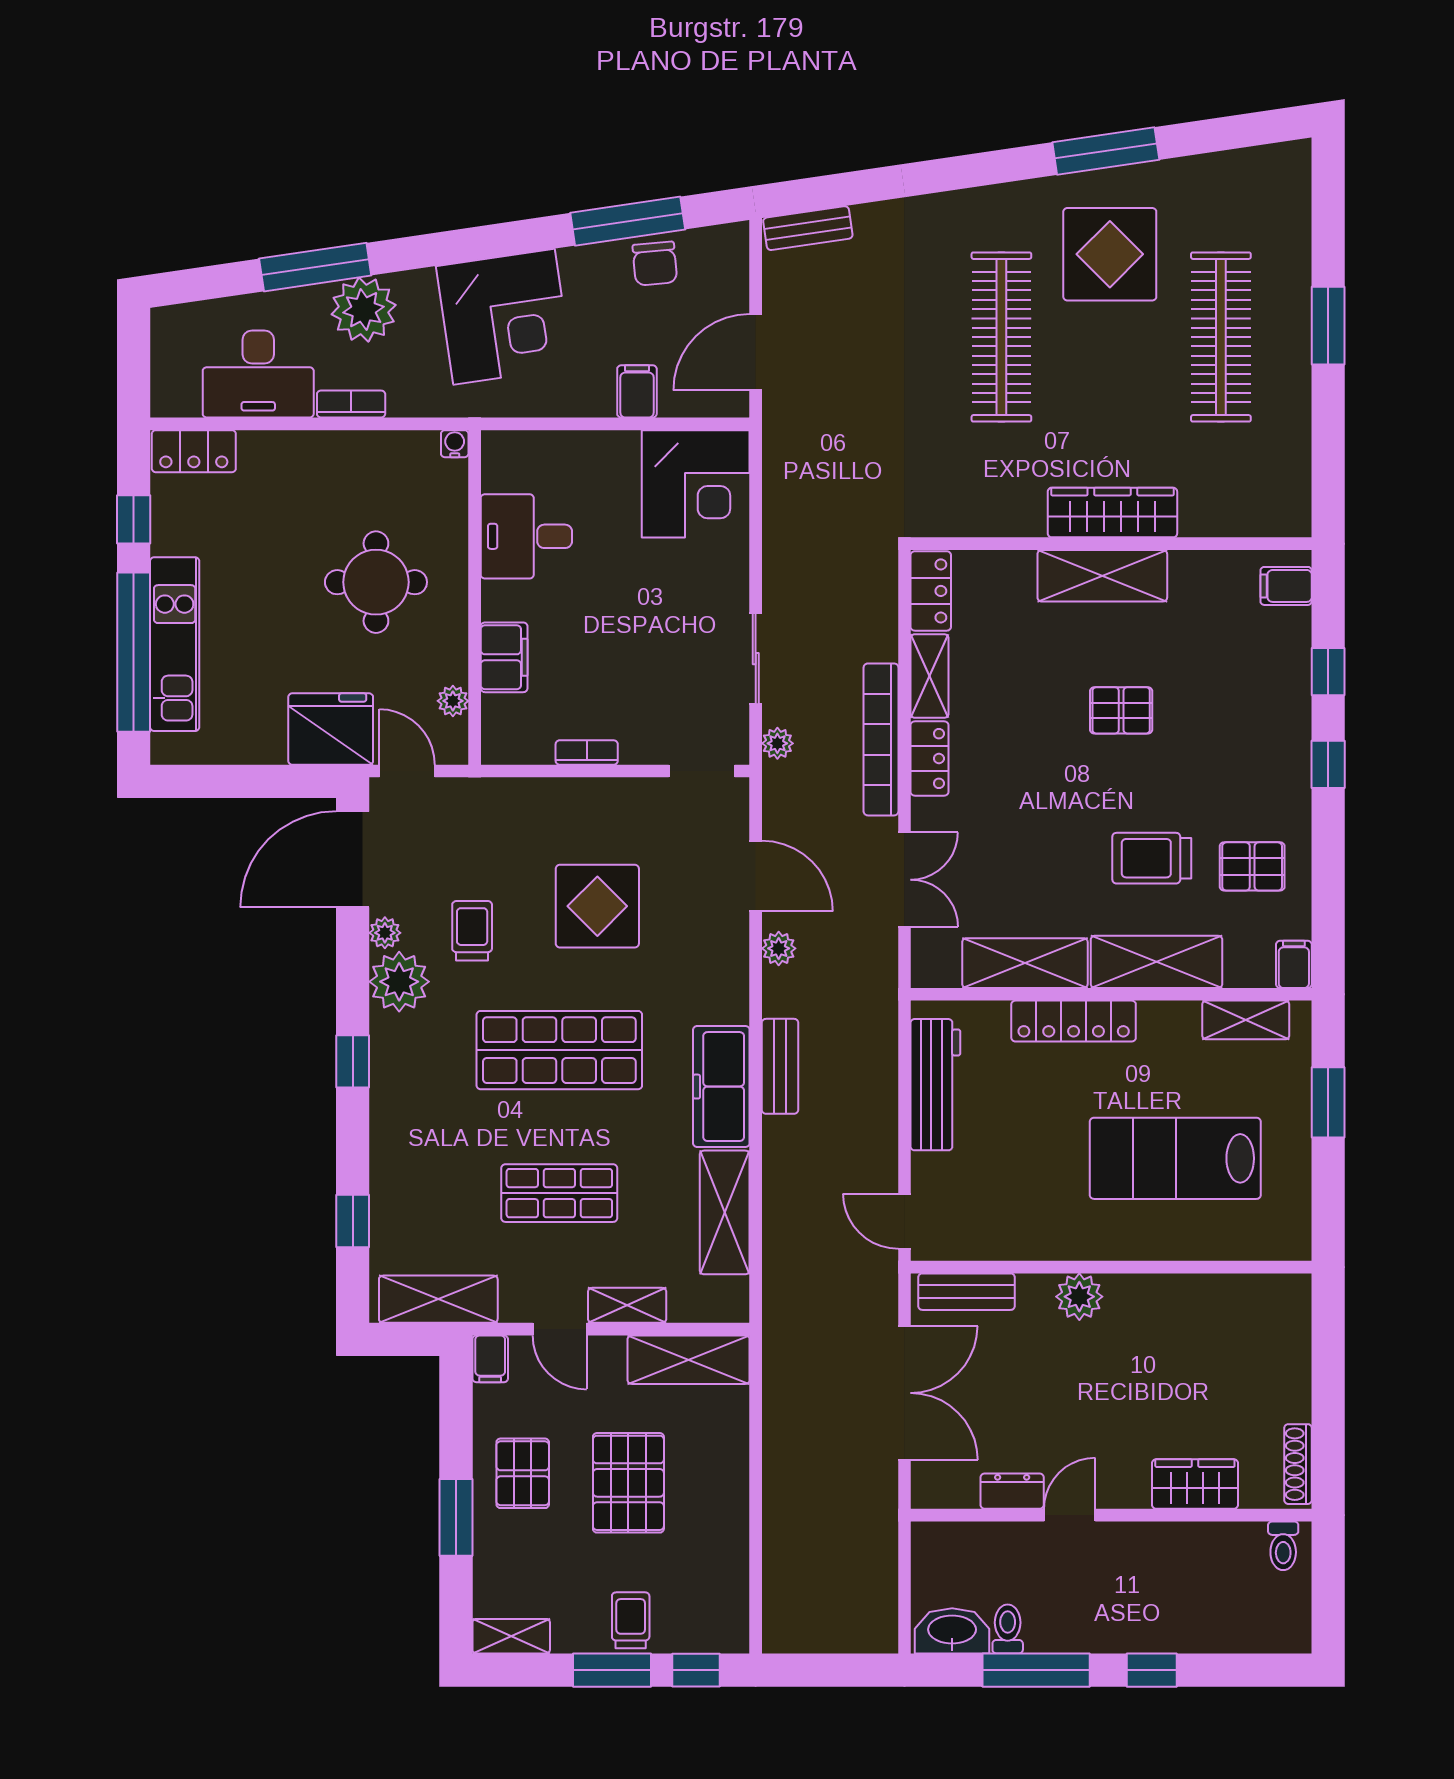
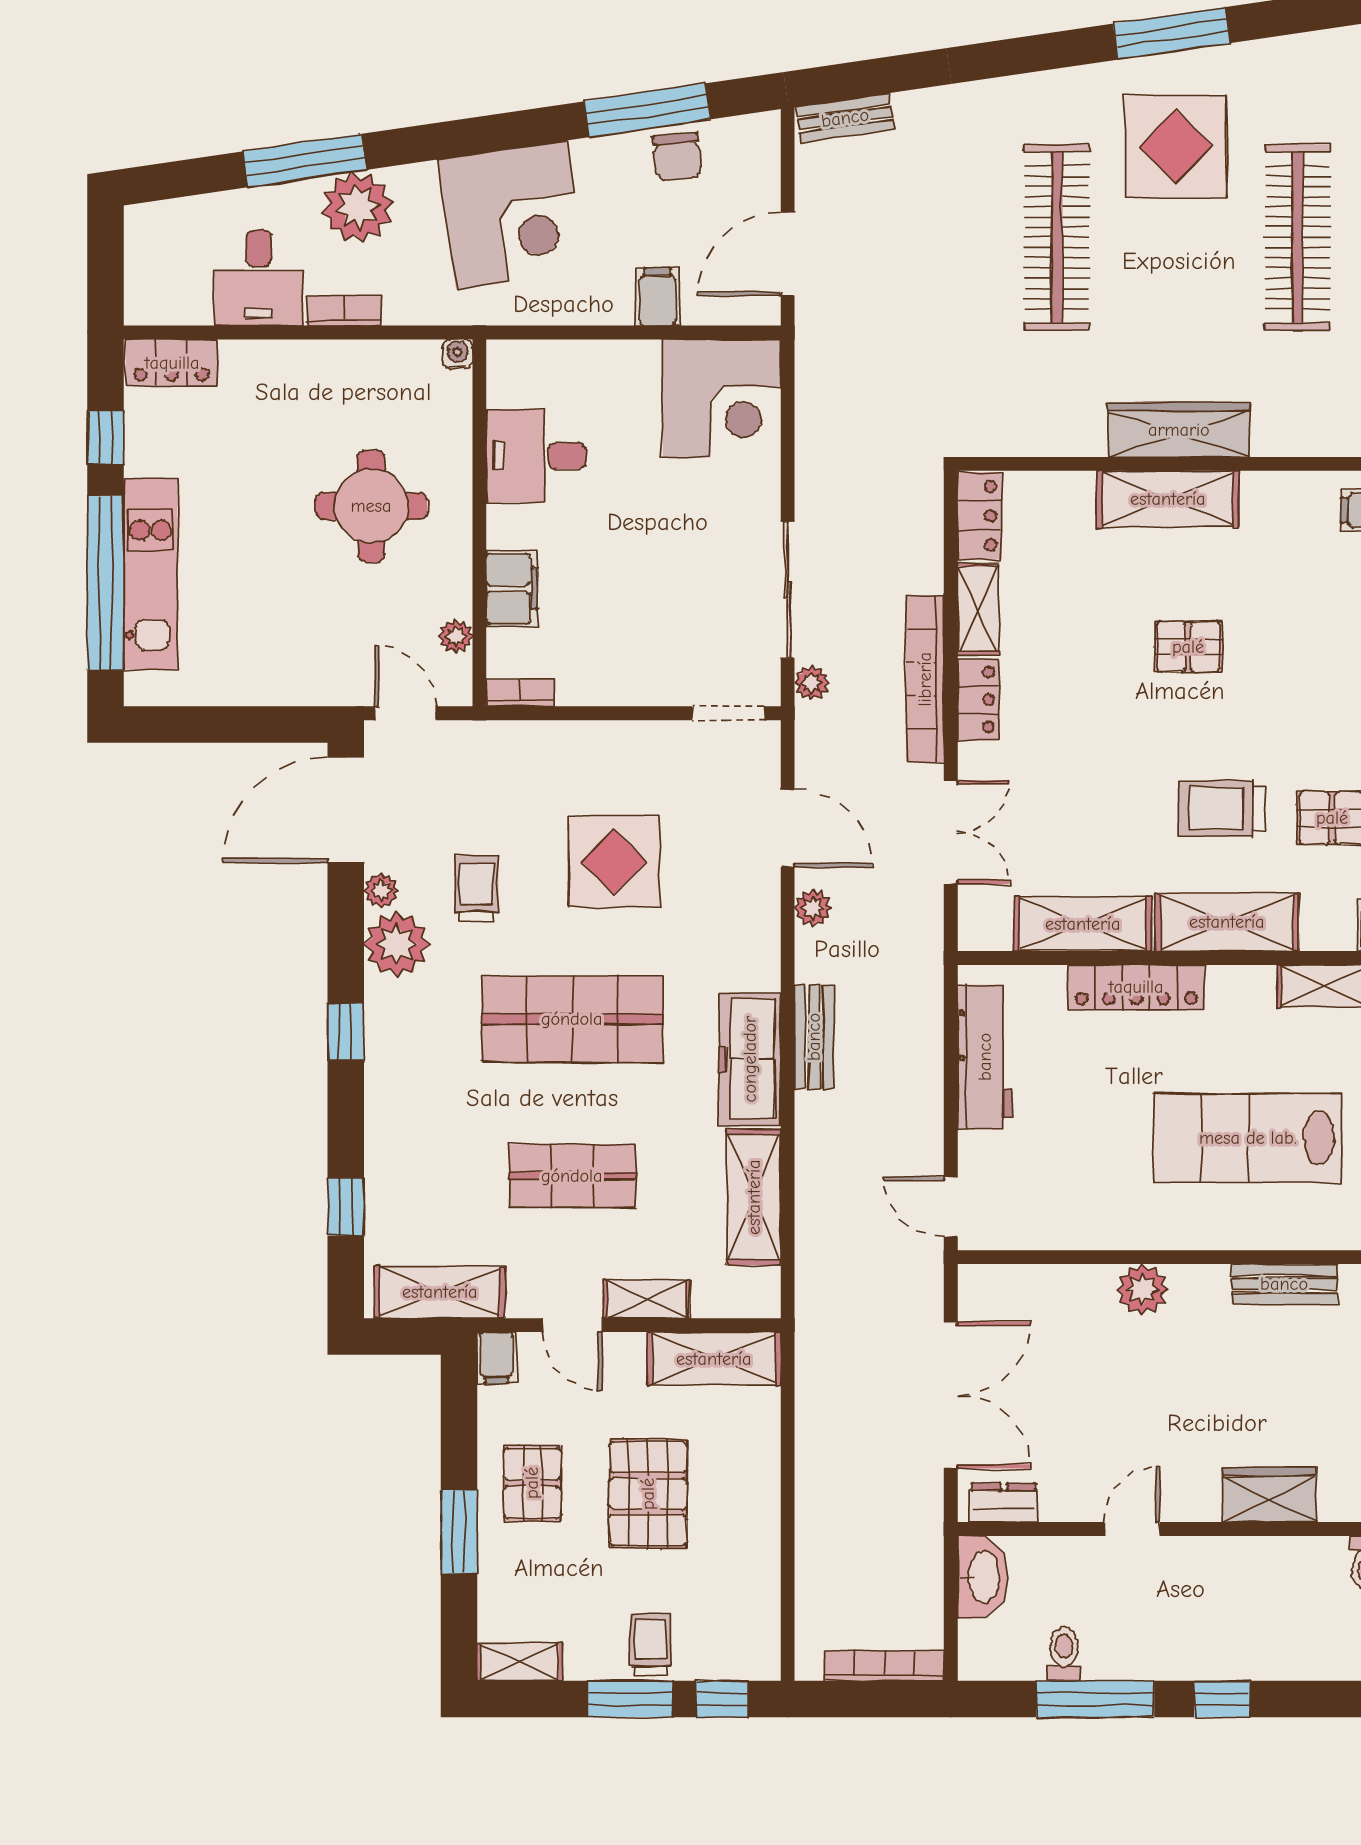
desk: (258, 374) -> (259, 278), width x0.73
sliding door: (756, 659) -> (788, 590), width x1.37
fridge: (331, 729) -> (322, 667), removed
bookcase: (587, 752) -> (520, 693), moved
bench: (967, 1292) -> (1284, 1284), moved
dresser: (1012, 1491) -> (1004, 1503), moved
washbasin: (952, 1631) -> (982, 1577), moved, turned 90
bookcase: (844, 1640) -> (884, 1666), added

